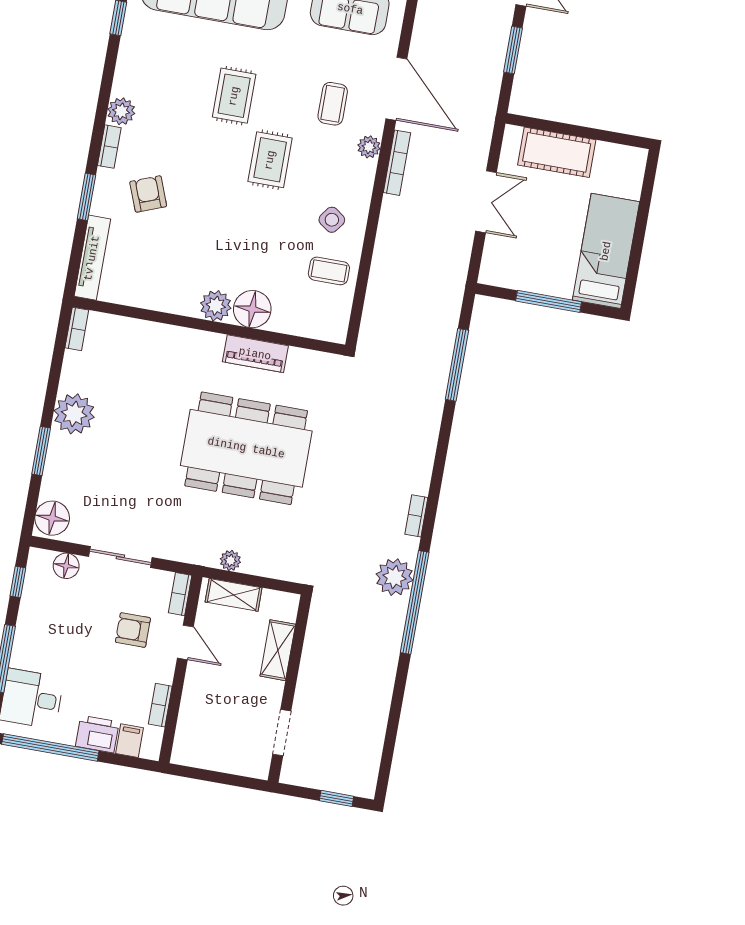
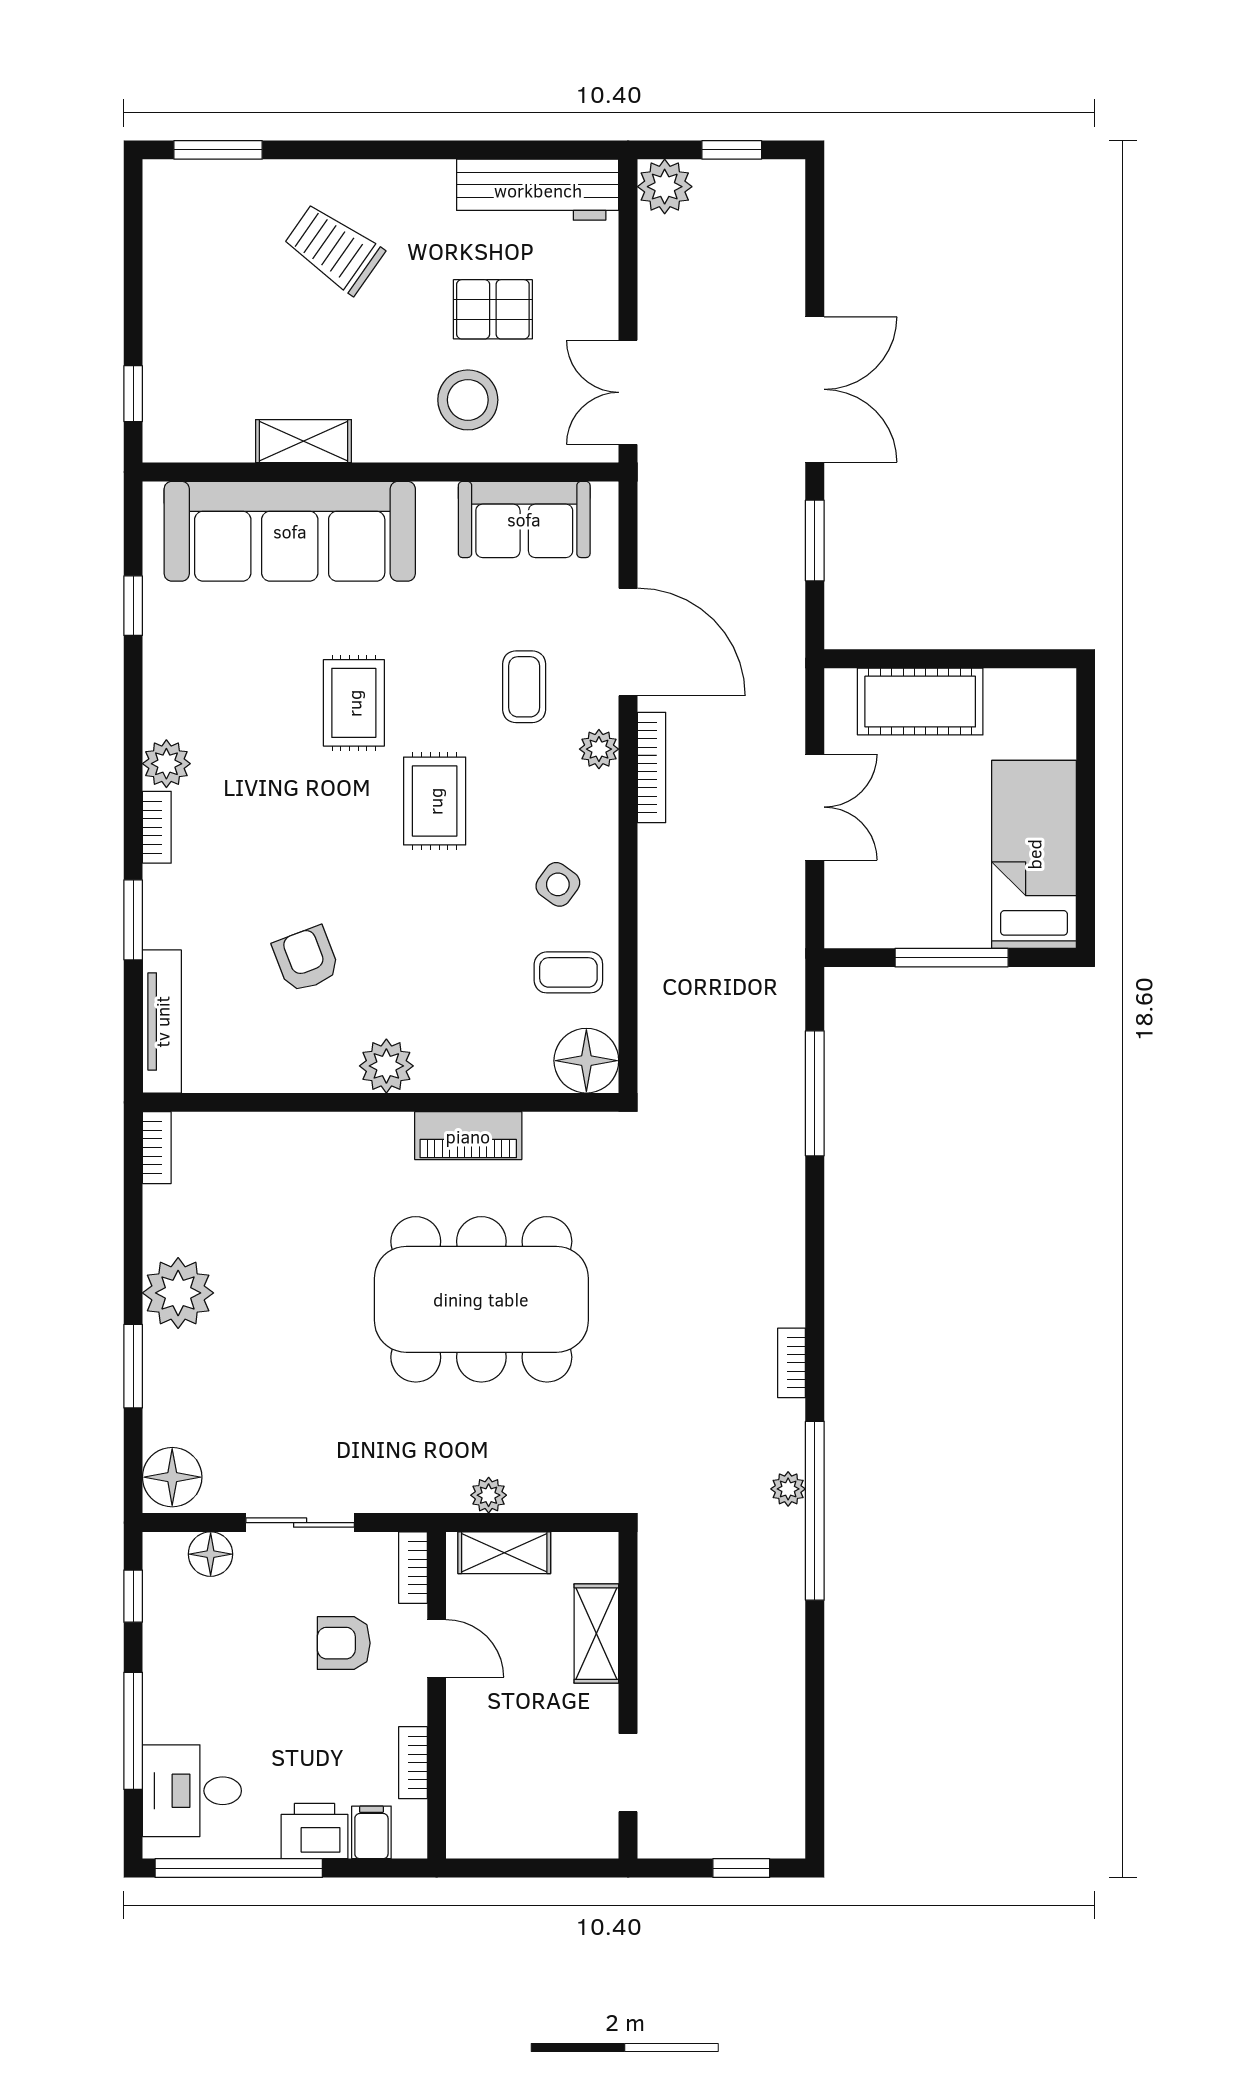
armchair: (148, 194) -> (306, 959), moved
floor lamp: (252, 309) -> (586, 1061), moved
plant: (395, 577) -> (788, 1489), width x0.53, depth x0.53

